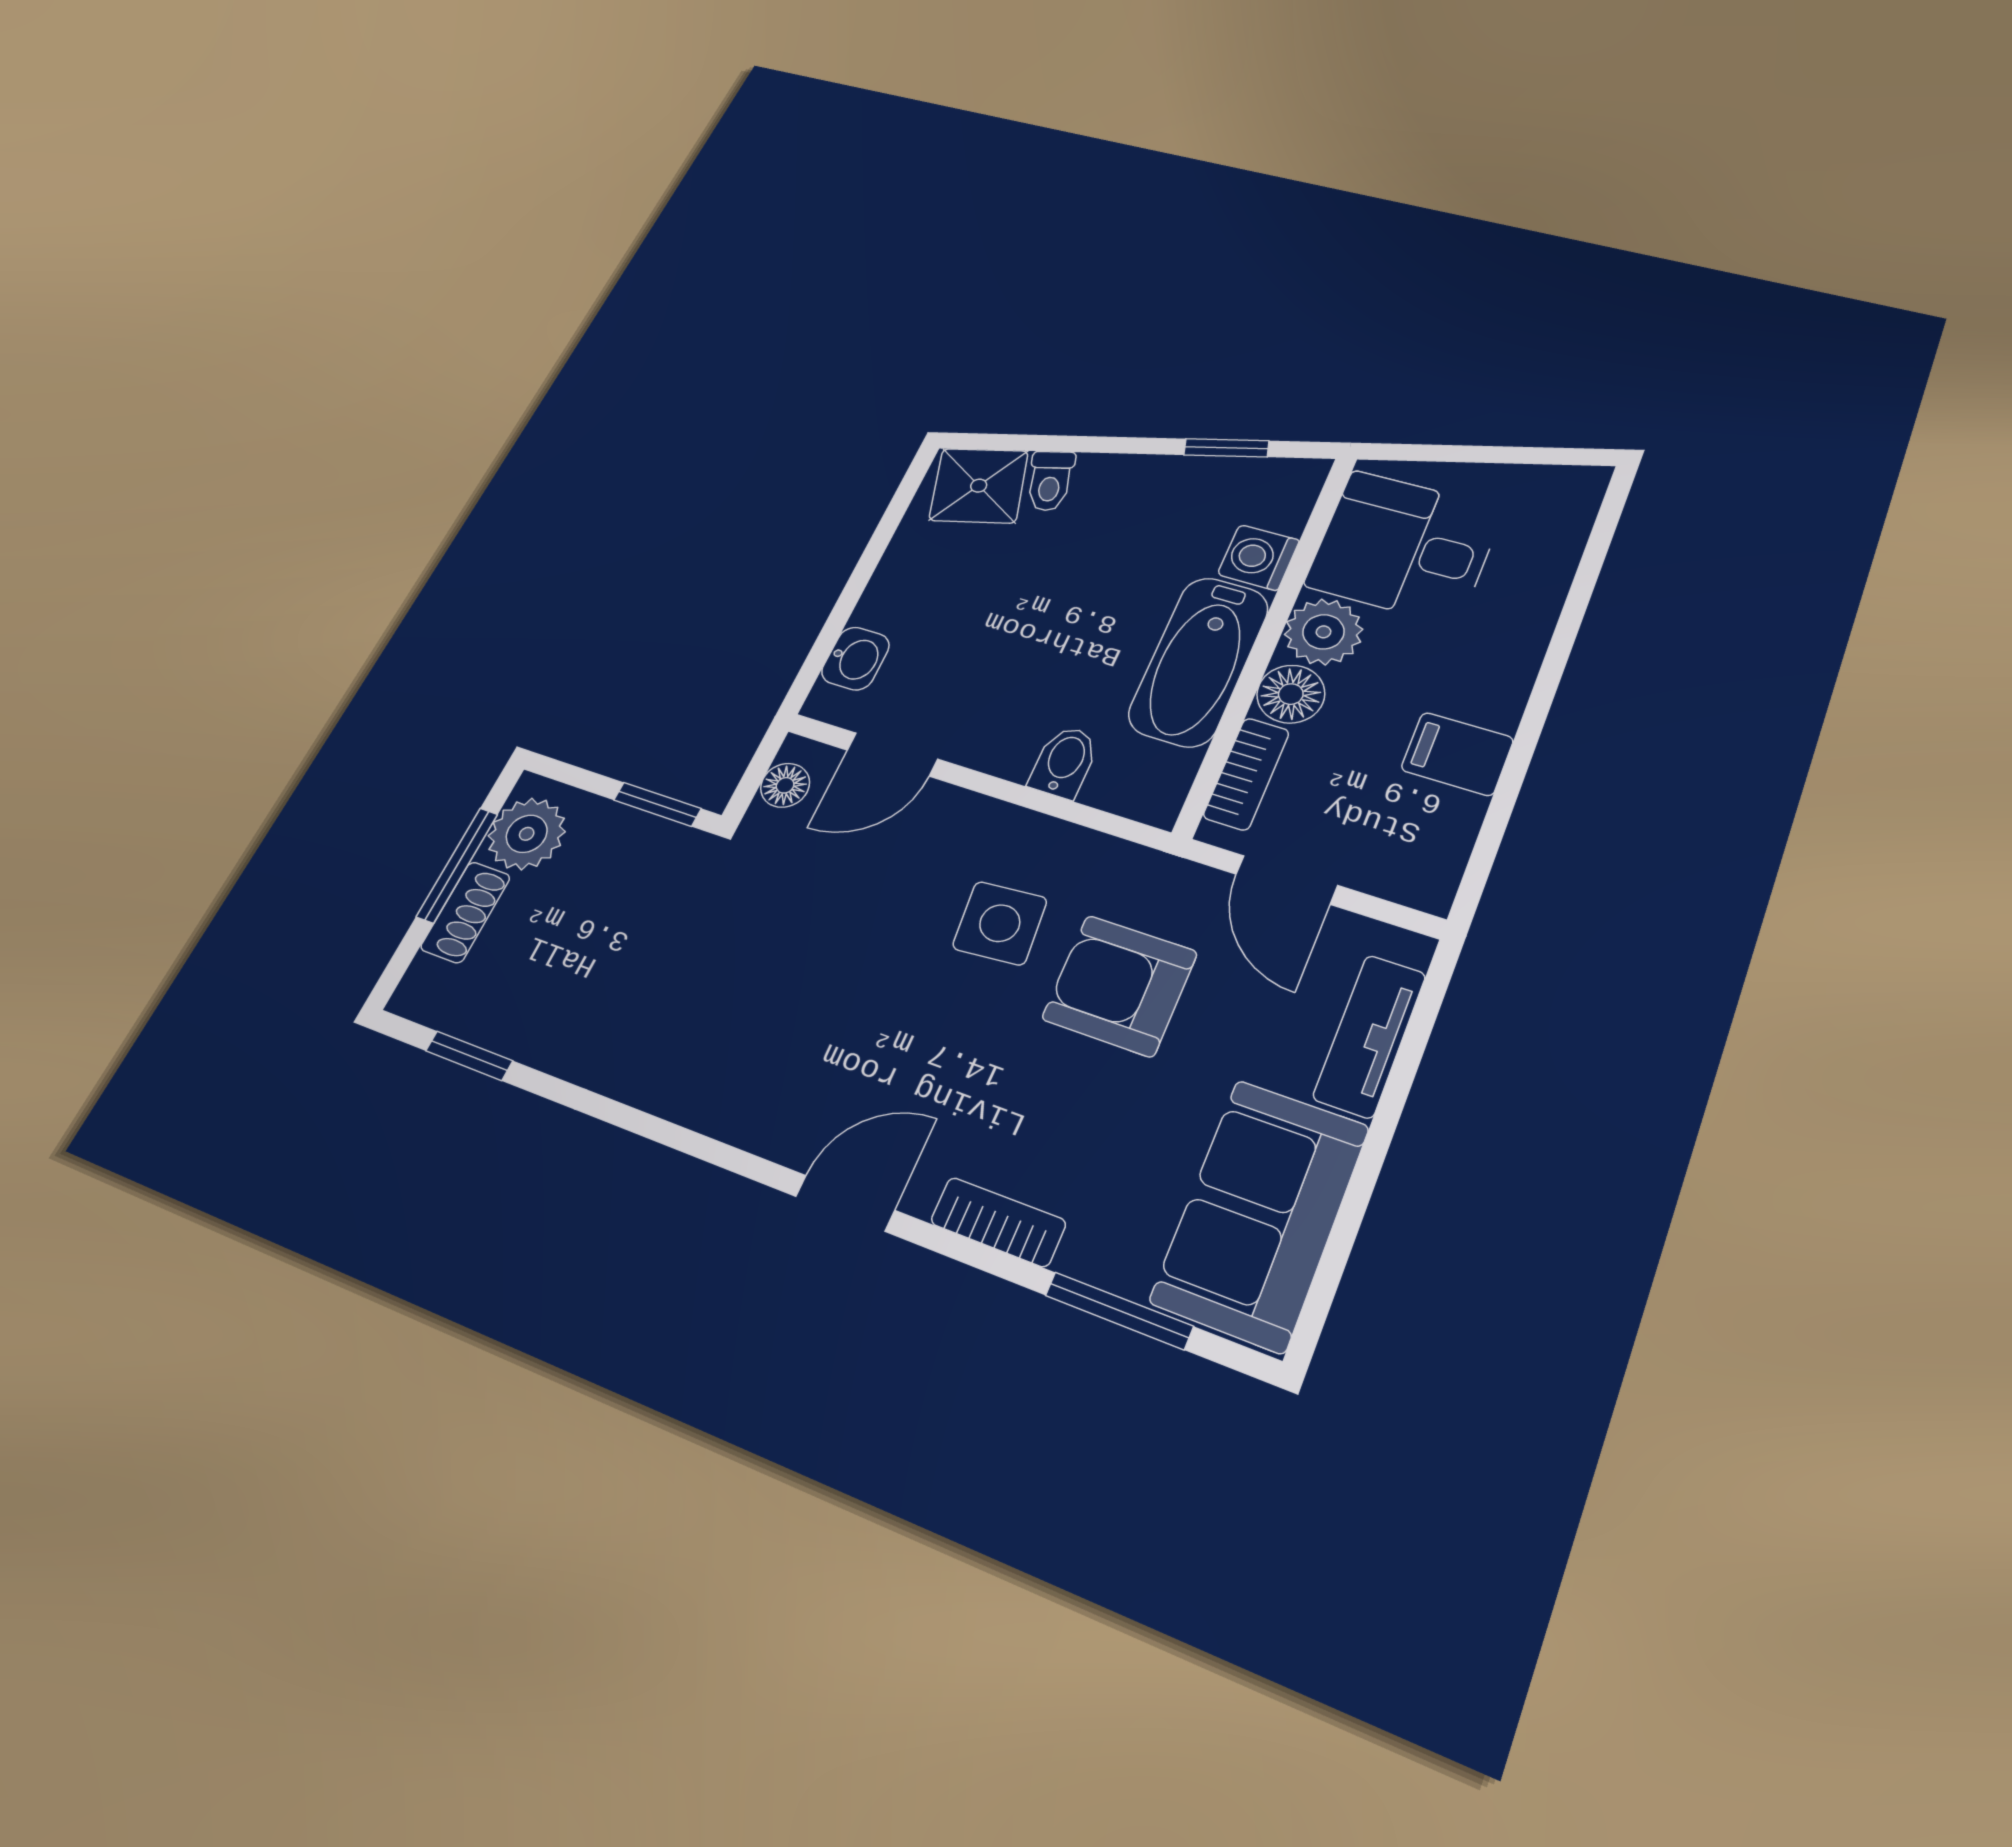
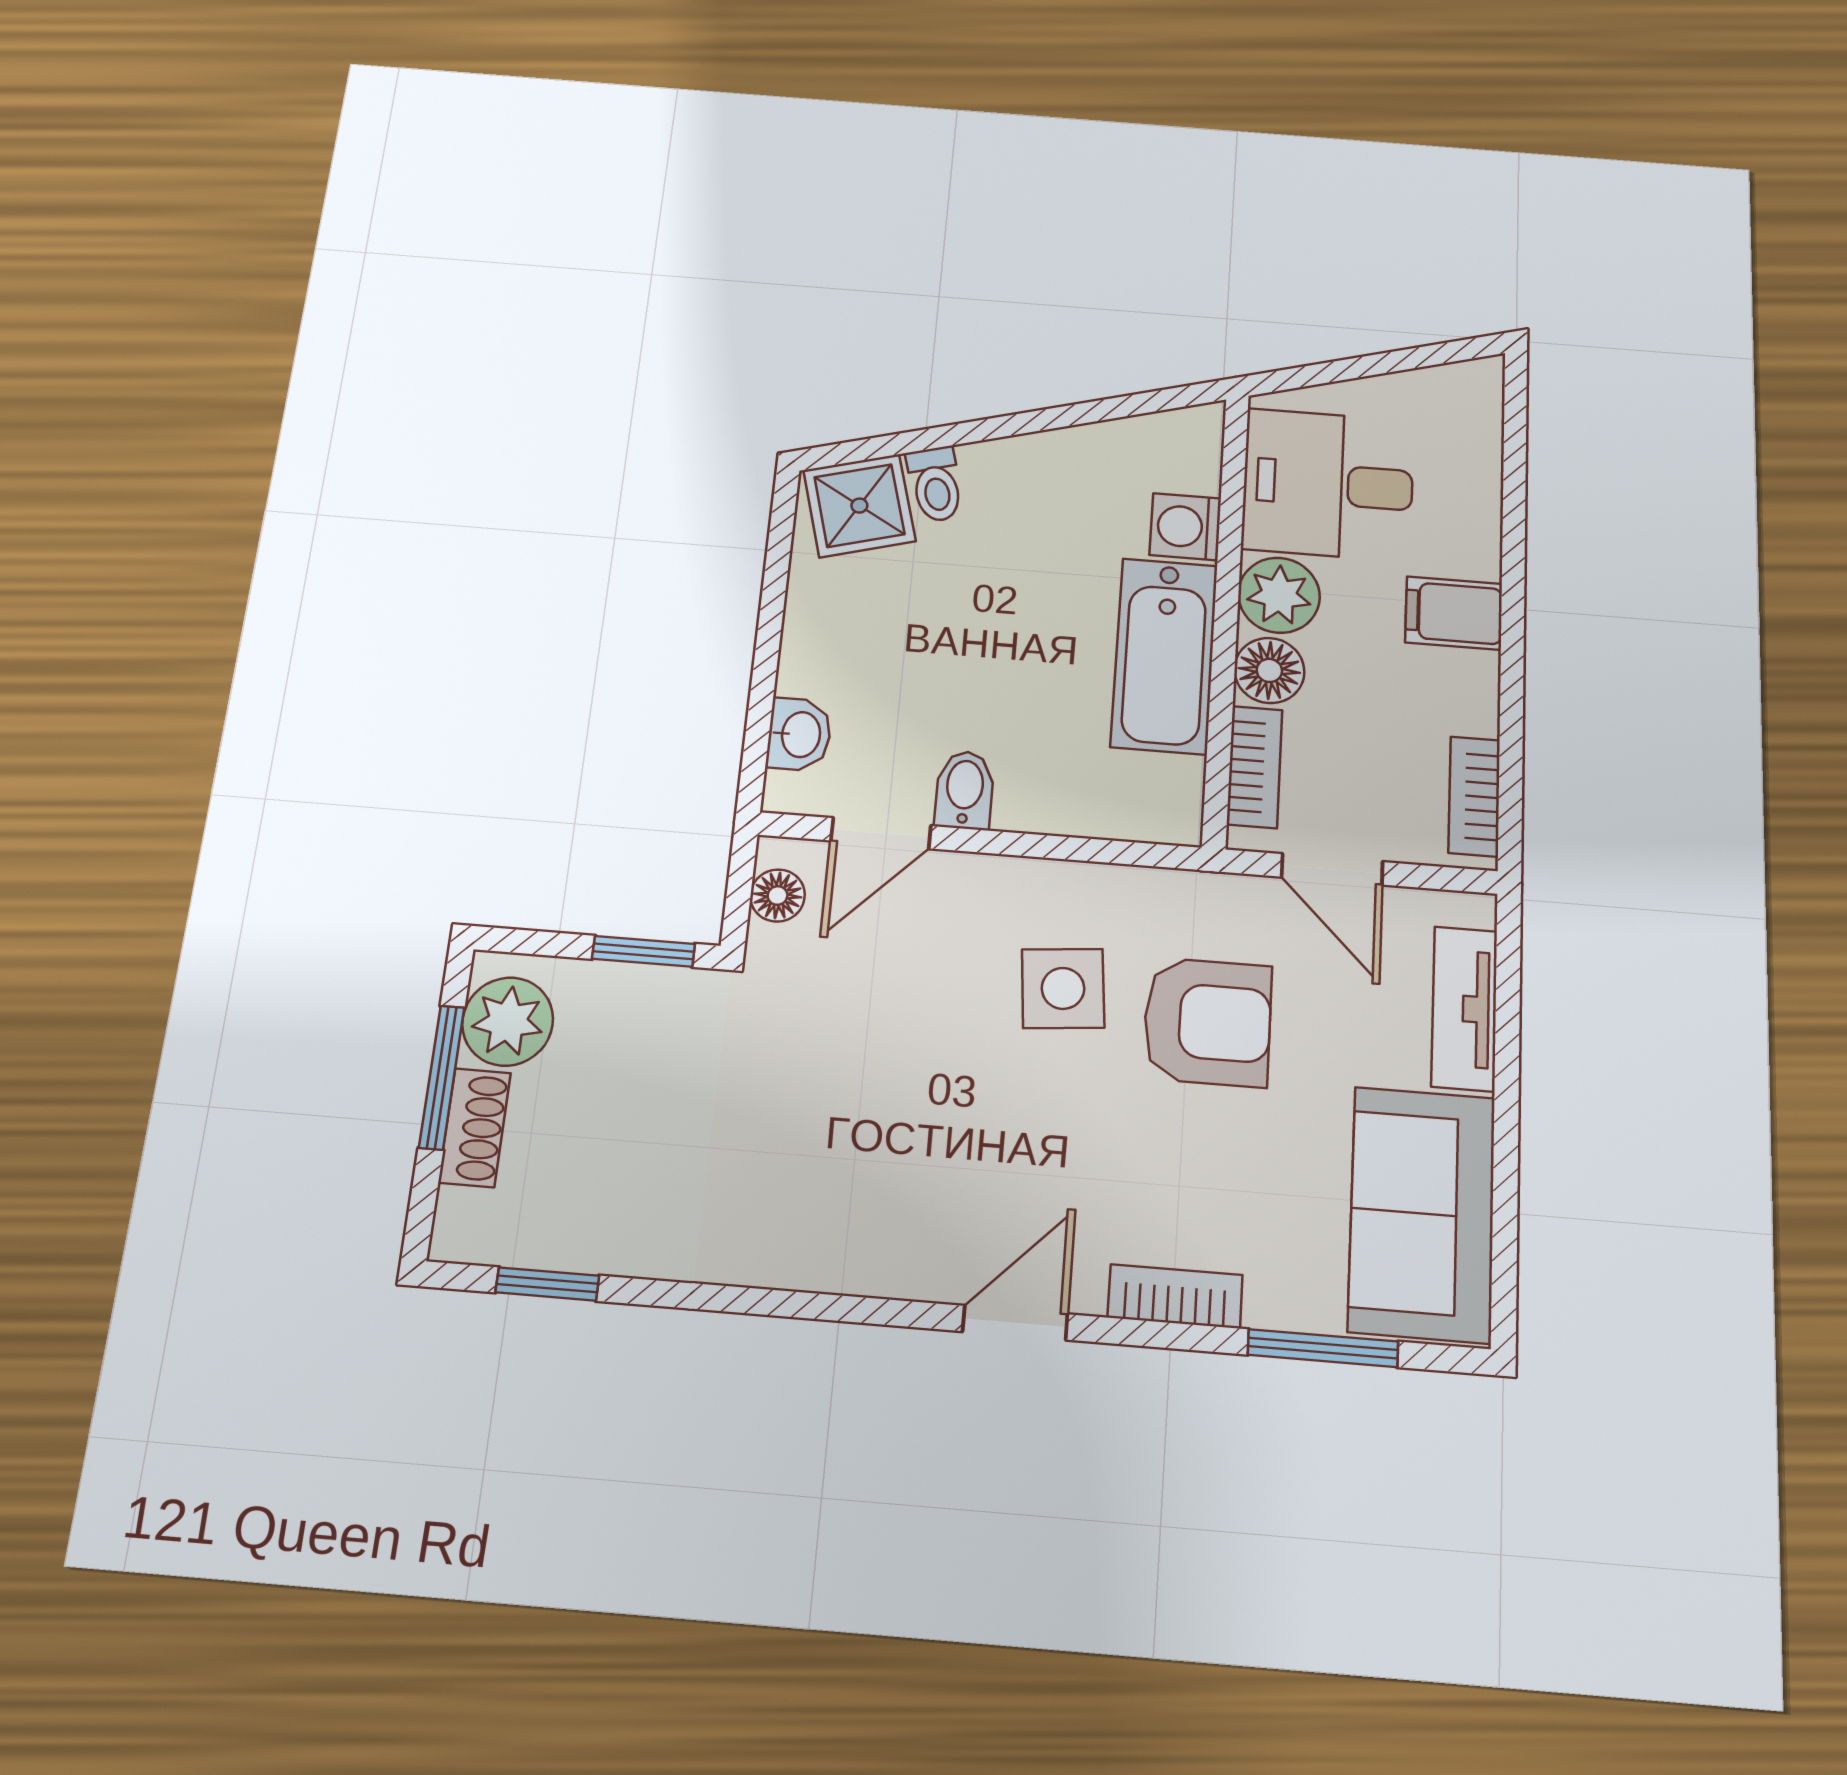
window: (1226, 448) -> (1110, 409), removed
filing cabinet: (1457, 754) -> (1454, 613), moved
bidet: (1064, 762) -> (965, 790), moved
bookcase: (1448, 847) -> (1474, 796), added
armchair: (1120, 985) -> (1207, 1022), turned 180

